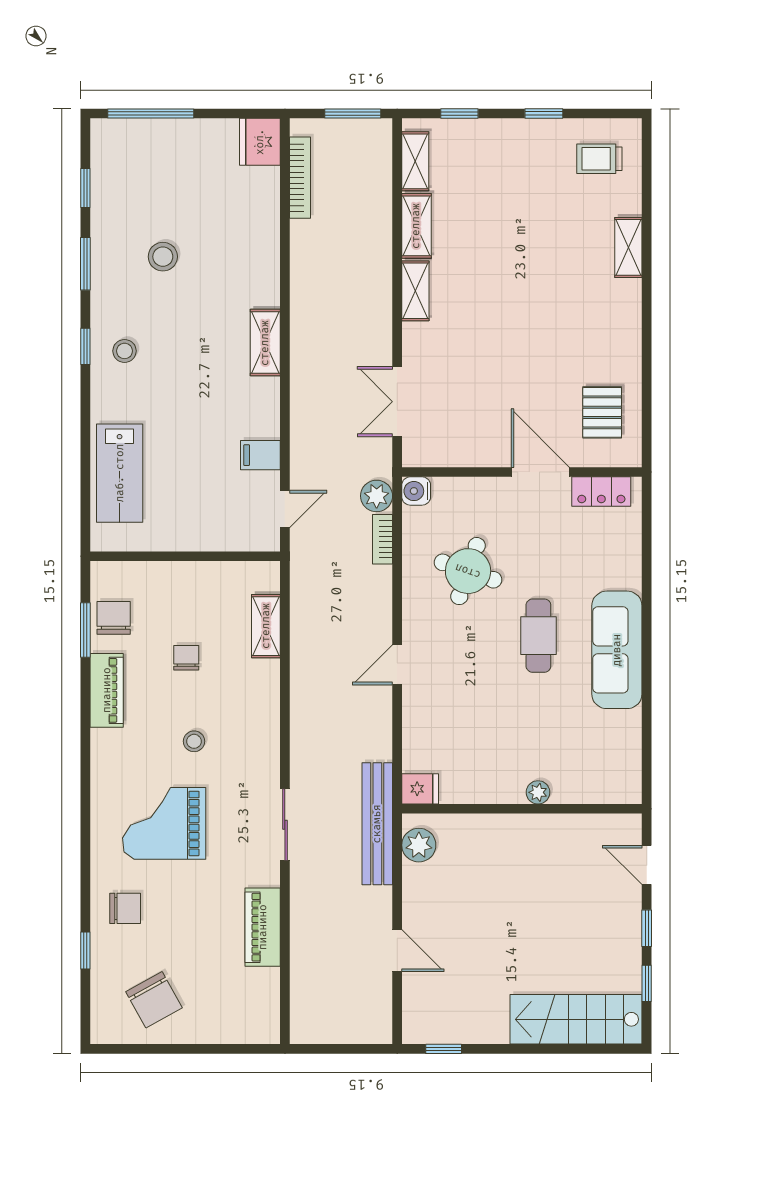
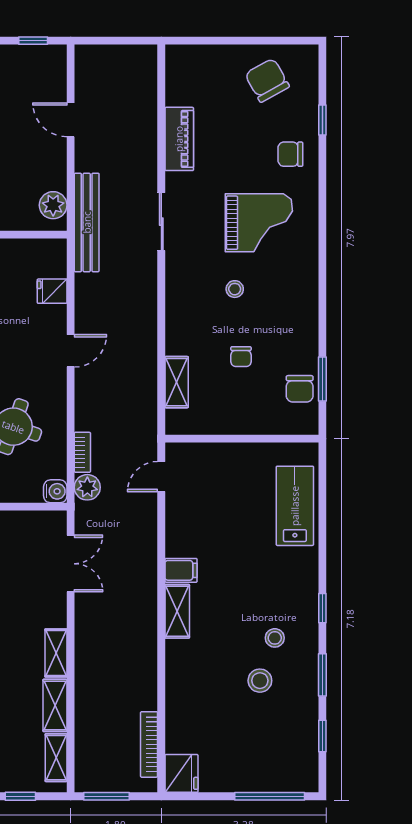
stool: (125, 351) -> (275, 638), moved
filing cabinet: (260, 455) -> (181, 570), moved
piano: (107, 690) -> (305, 330), removed
fridge: (420, 789) -> (52, 291), moved

